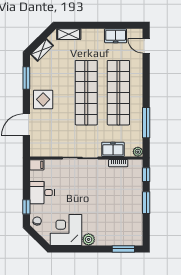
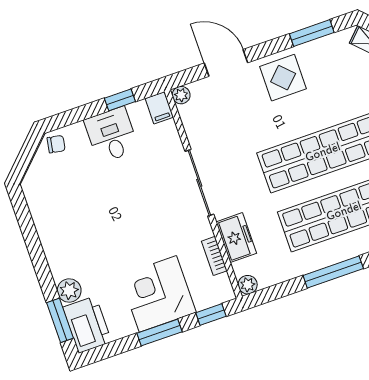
window: (146, 123) -> (333, 272), moved
plant: (34, 152) -> (181, 95), added
window: (26, 207) -> (120, 100), moved
corner desk: (66, 230) -> (158, 294), moved, turned -90
printer: (130, 236) -> (87, 325), added
plant: (89, 239) -> (69, 290), moved

